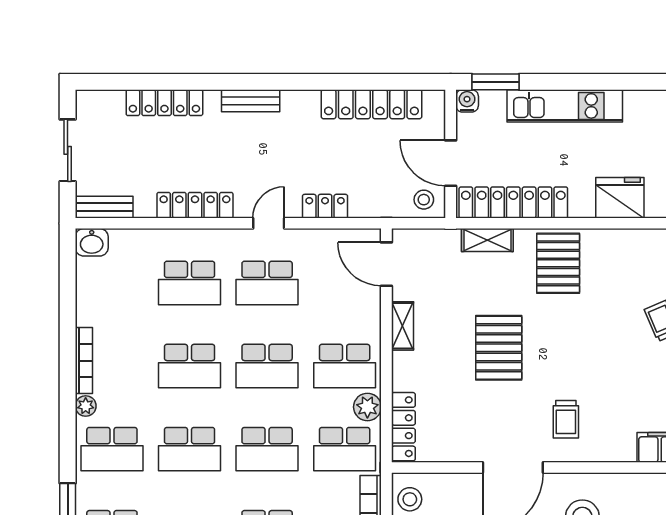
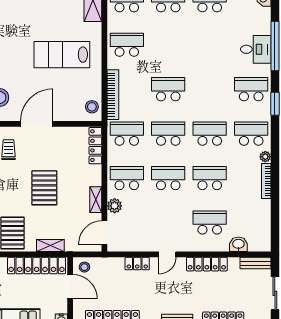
washbasin: (92, 242) -> (238, 244), moved
door: (386, 264) -> (104, 233), swing flipped
school desk: (267, 283) -> (168, 223), removed
plant: (367, 407) -> (115, 206), moved

